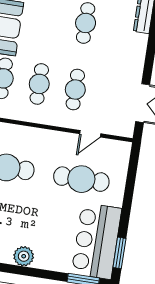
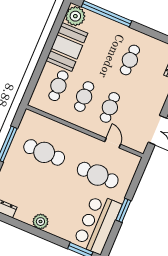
door: (90, 134) -> (113, 143), swing flipped
window: (119, 253) -> (123, 210), moved

